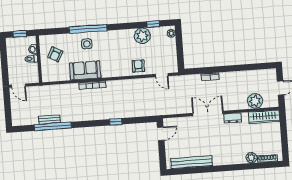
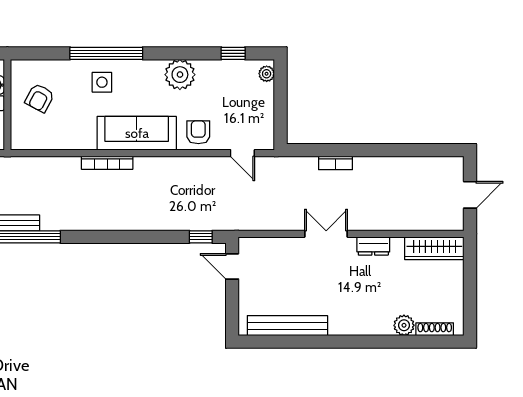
plant: (142, 36) -> (180, 75), moved
sofa: (85, 70) -> (137, 133), moved, width x1.36
plant: (255, 101) -> (419, 216), removed
double door: (208, 113) -> (326, 234), width x0.73
window: (116, 122) -> (201, 237), moved
door: (161, 134) -> (232, 266), swing flipped

